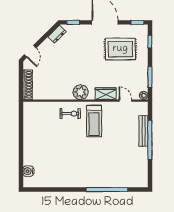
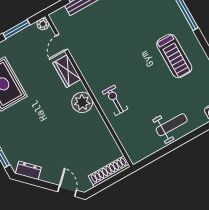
door: (30, 51) -> (67, 191), hinge flipped
treadmill: (94, 121) -> (174, 56), moved, turned 90
weight bench: (35, 140) -> (172, 125), added

